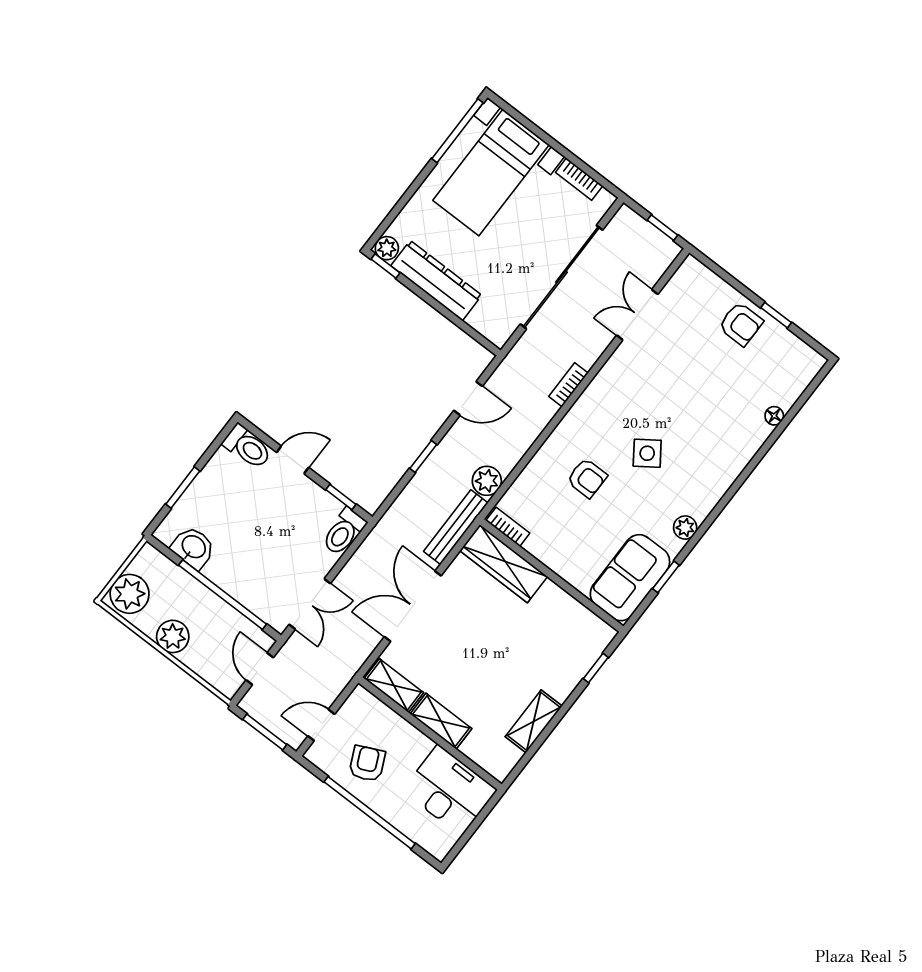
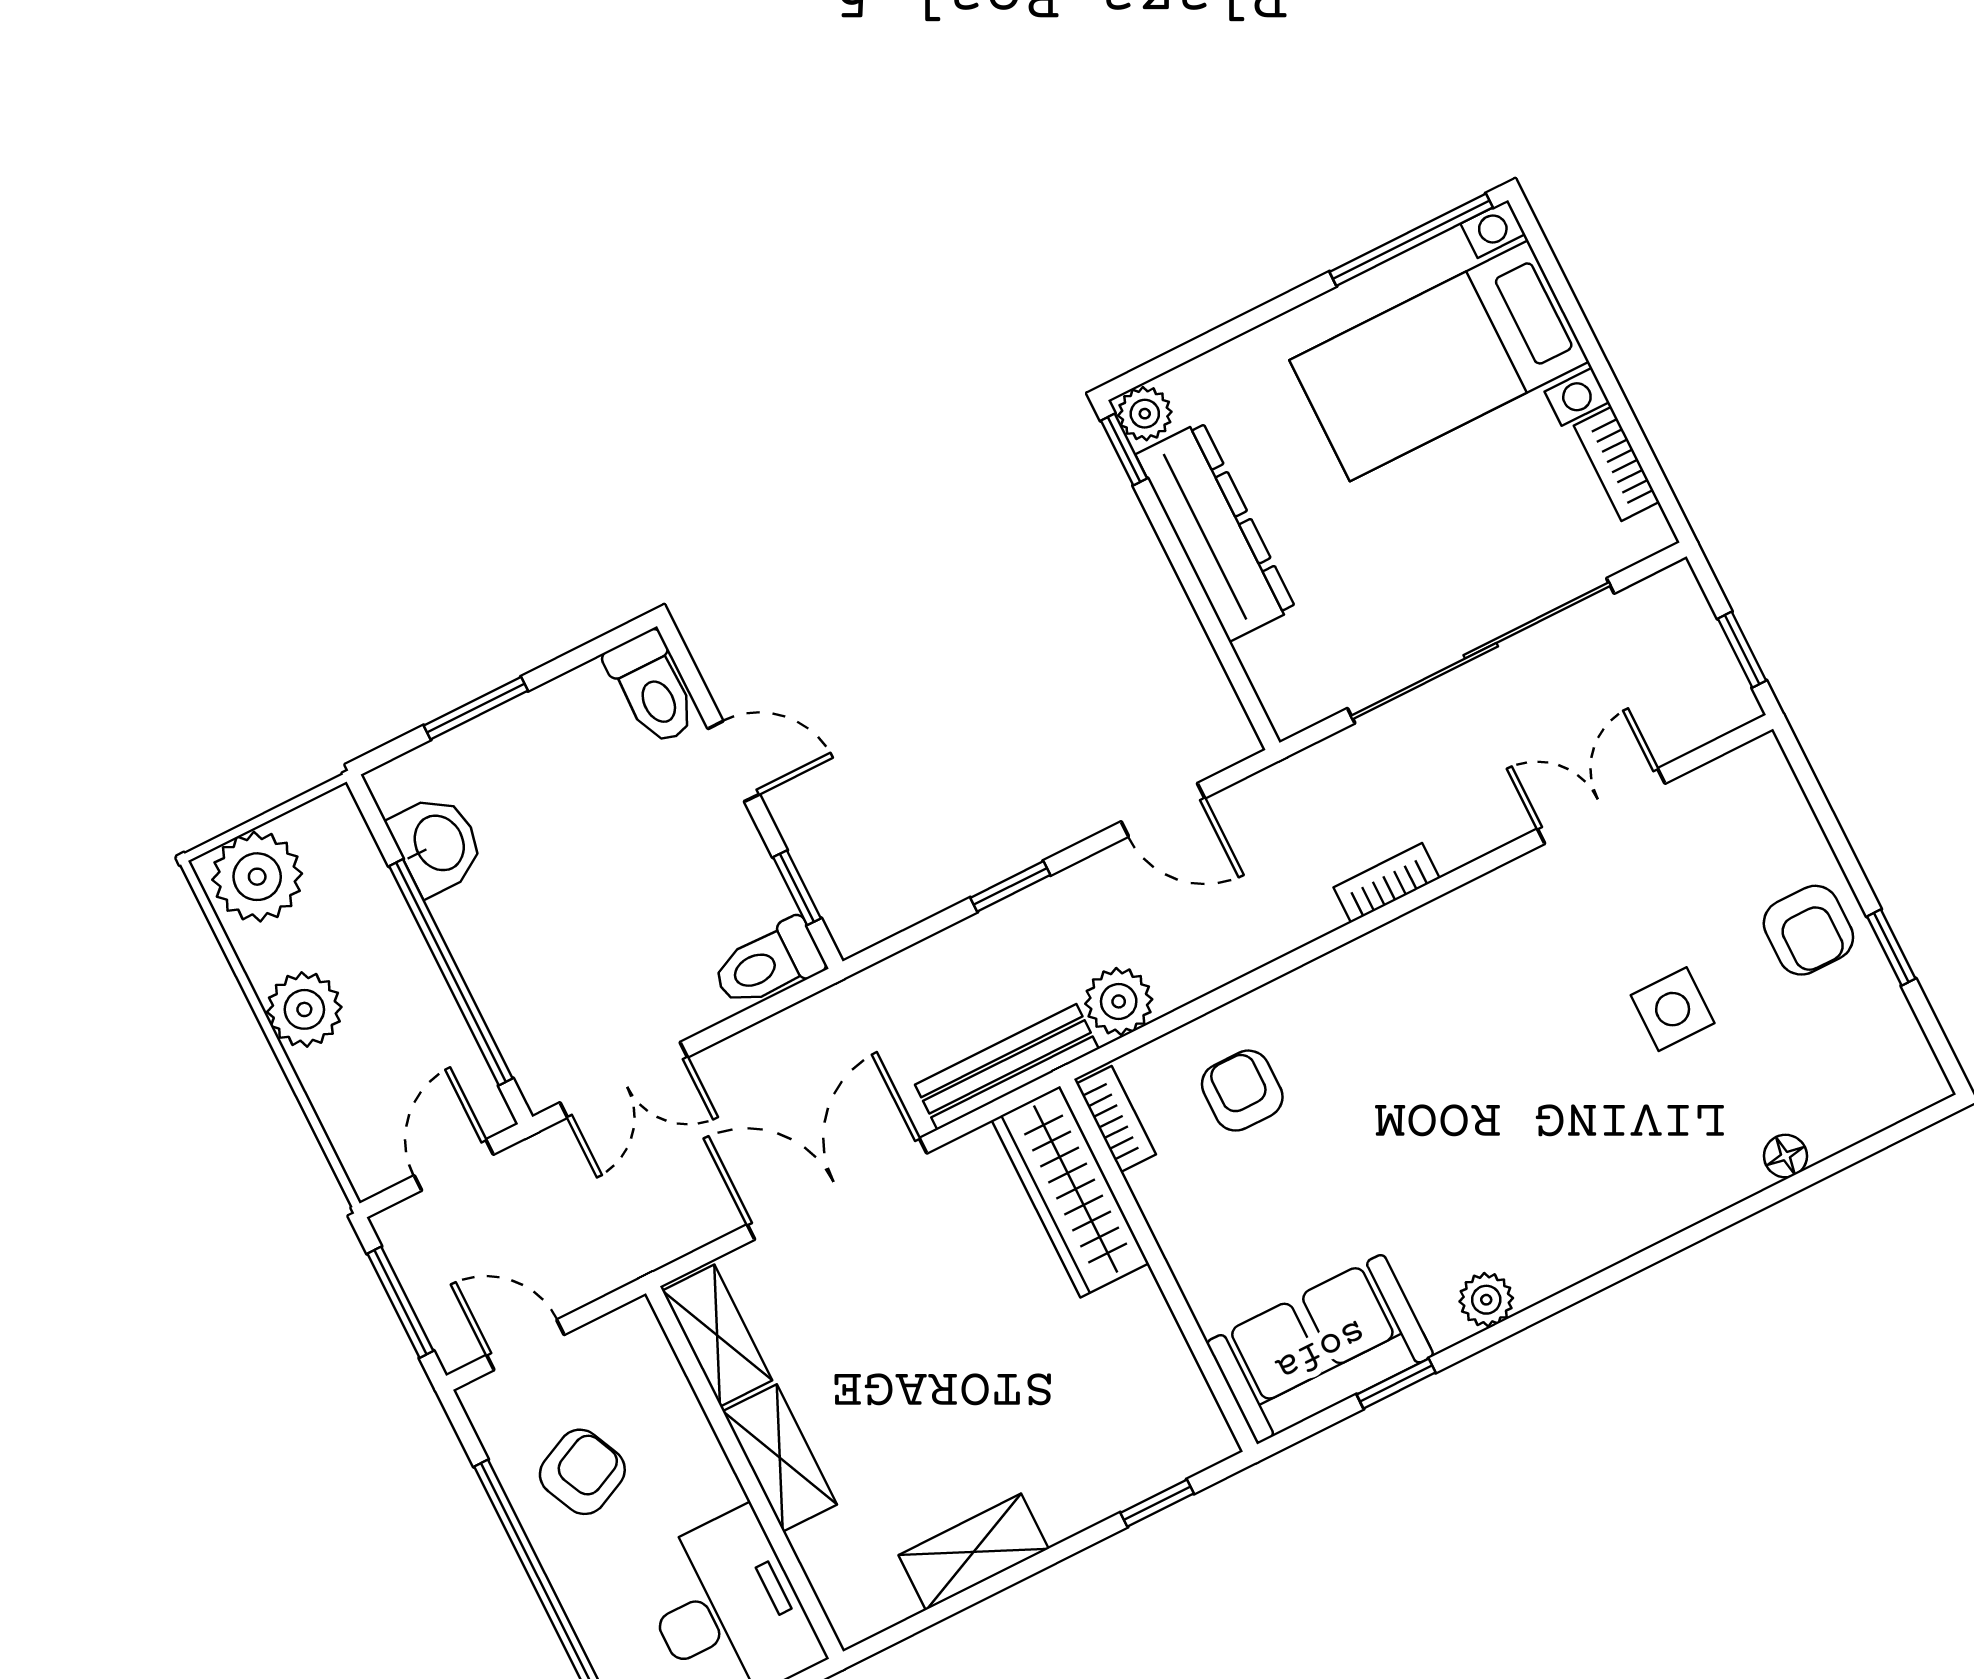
side table: (647, 453) -> (1673, 1009), moved, turned 35
armchair: (587, 478) -> (1242, 1091), moved, turned 180

